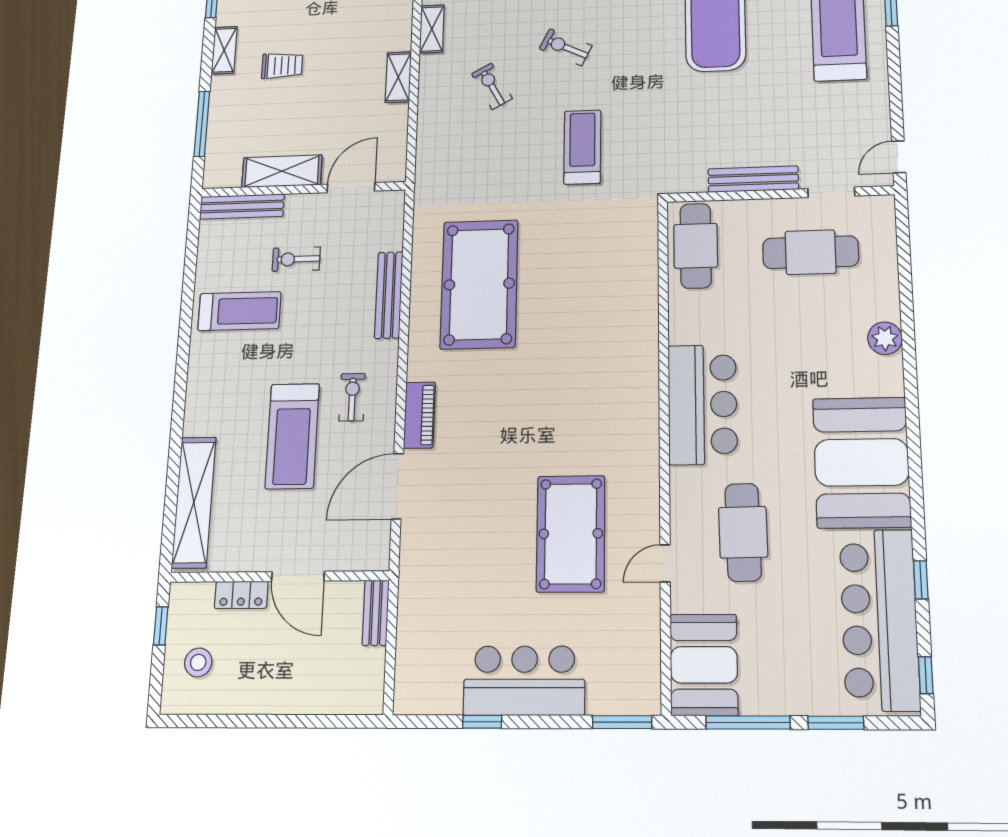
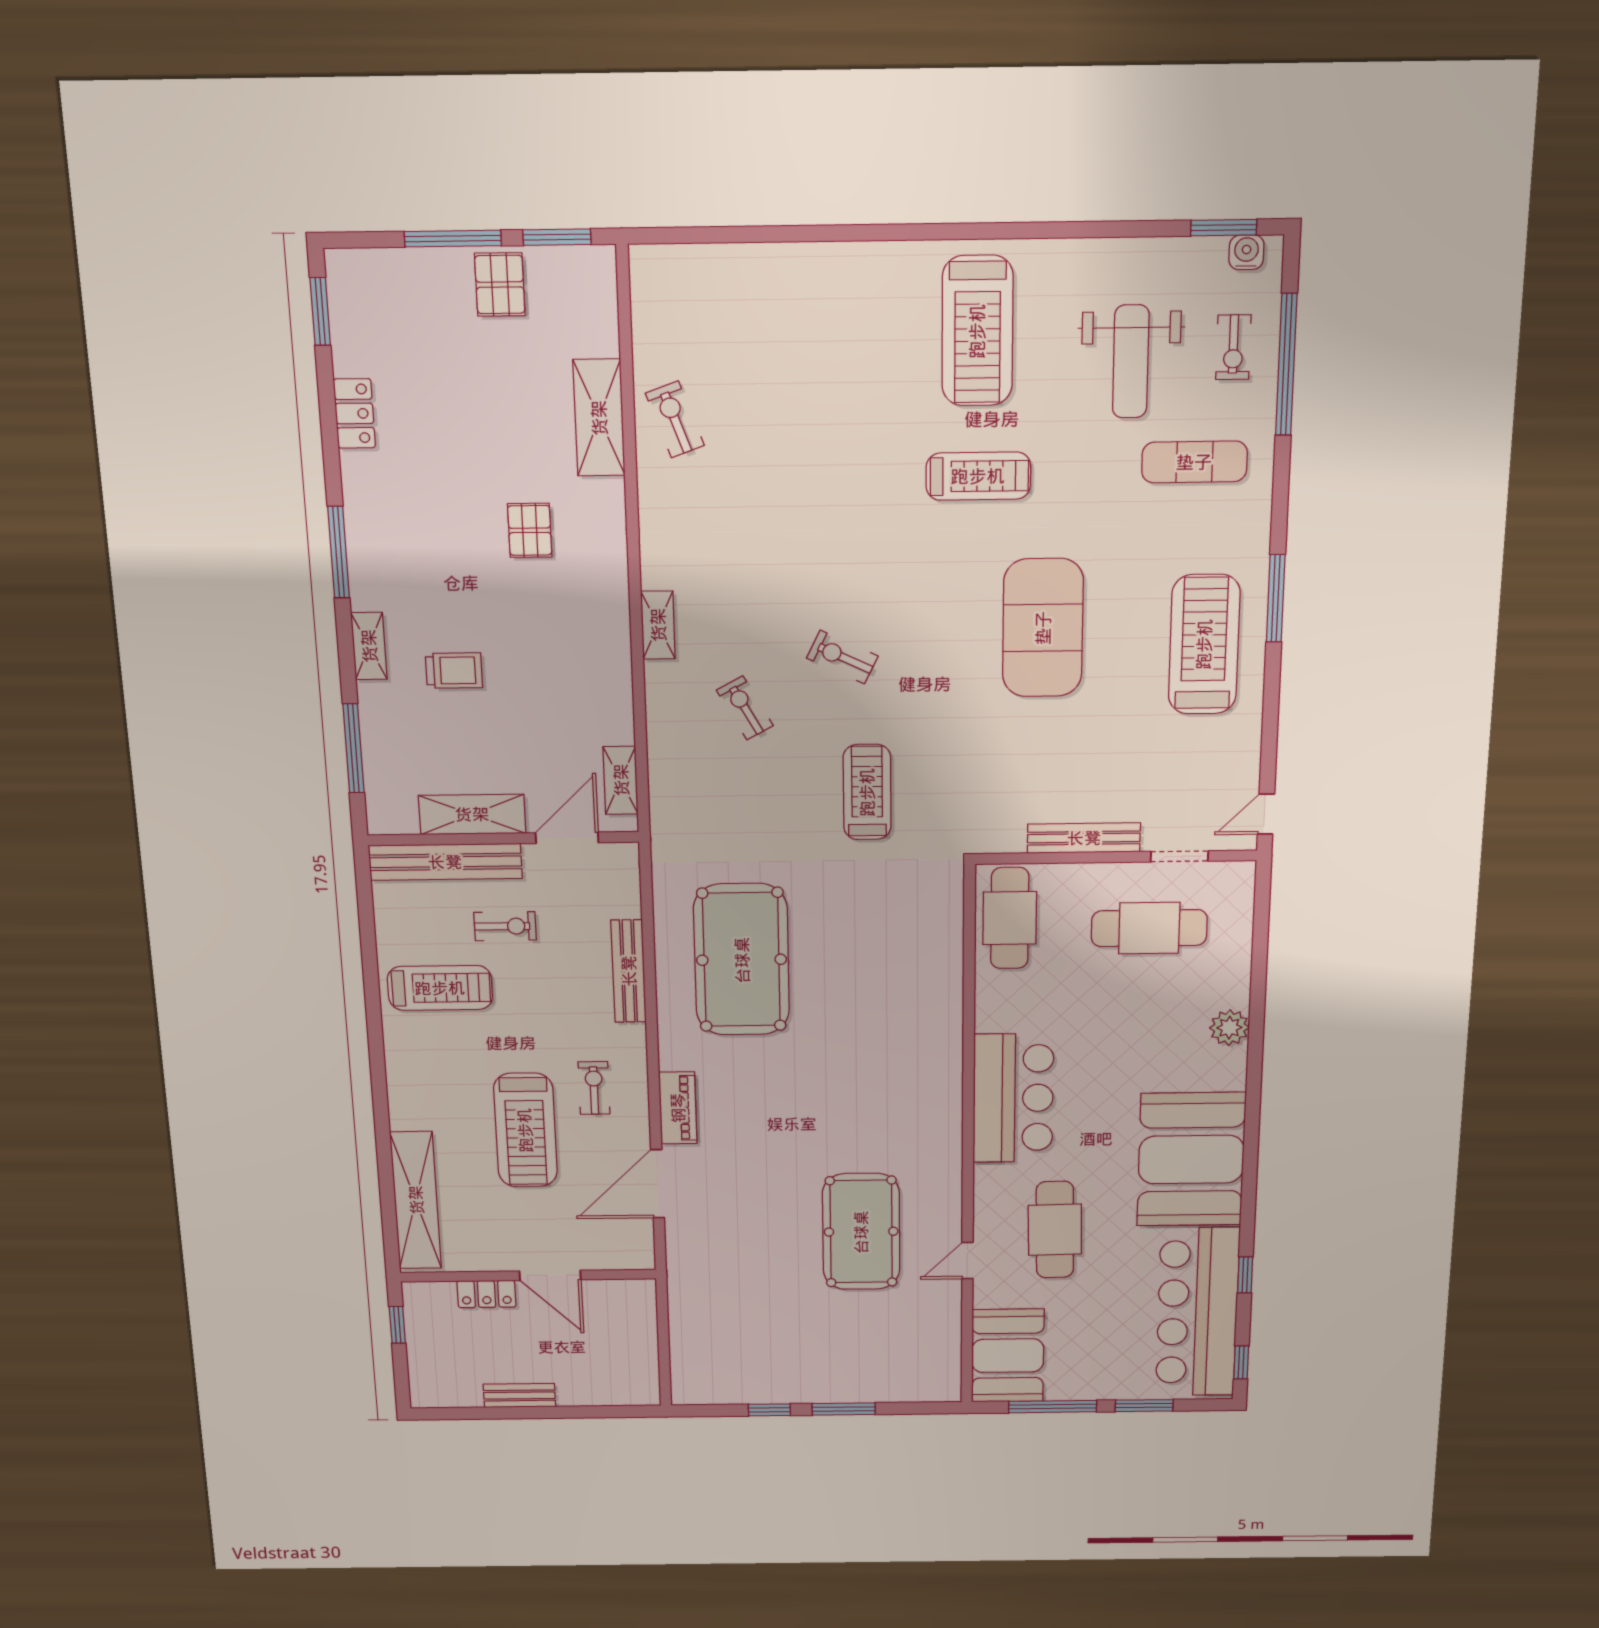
shelving: (398, 77) -> (621, 780), moved
bench: (242, 206) -> (445, 862), width x1.37, depth x1.21
exercise bike: (296, 259) -> (505, 926), turned 180
bench: (376, 613) -> (519, 1395), moved, turned 90
stool: (198, 662) -> (447, 1359), removed
bar counter: (524, 681) -> (813, 1372), removed
window: (622, 722) -> (844, 1409), moved

